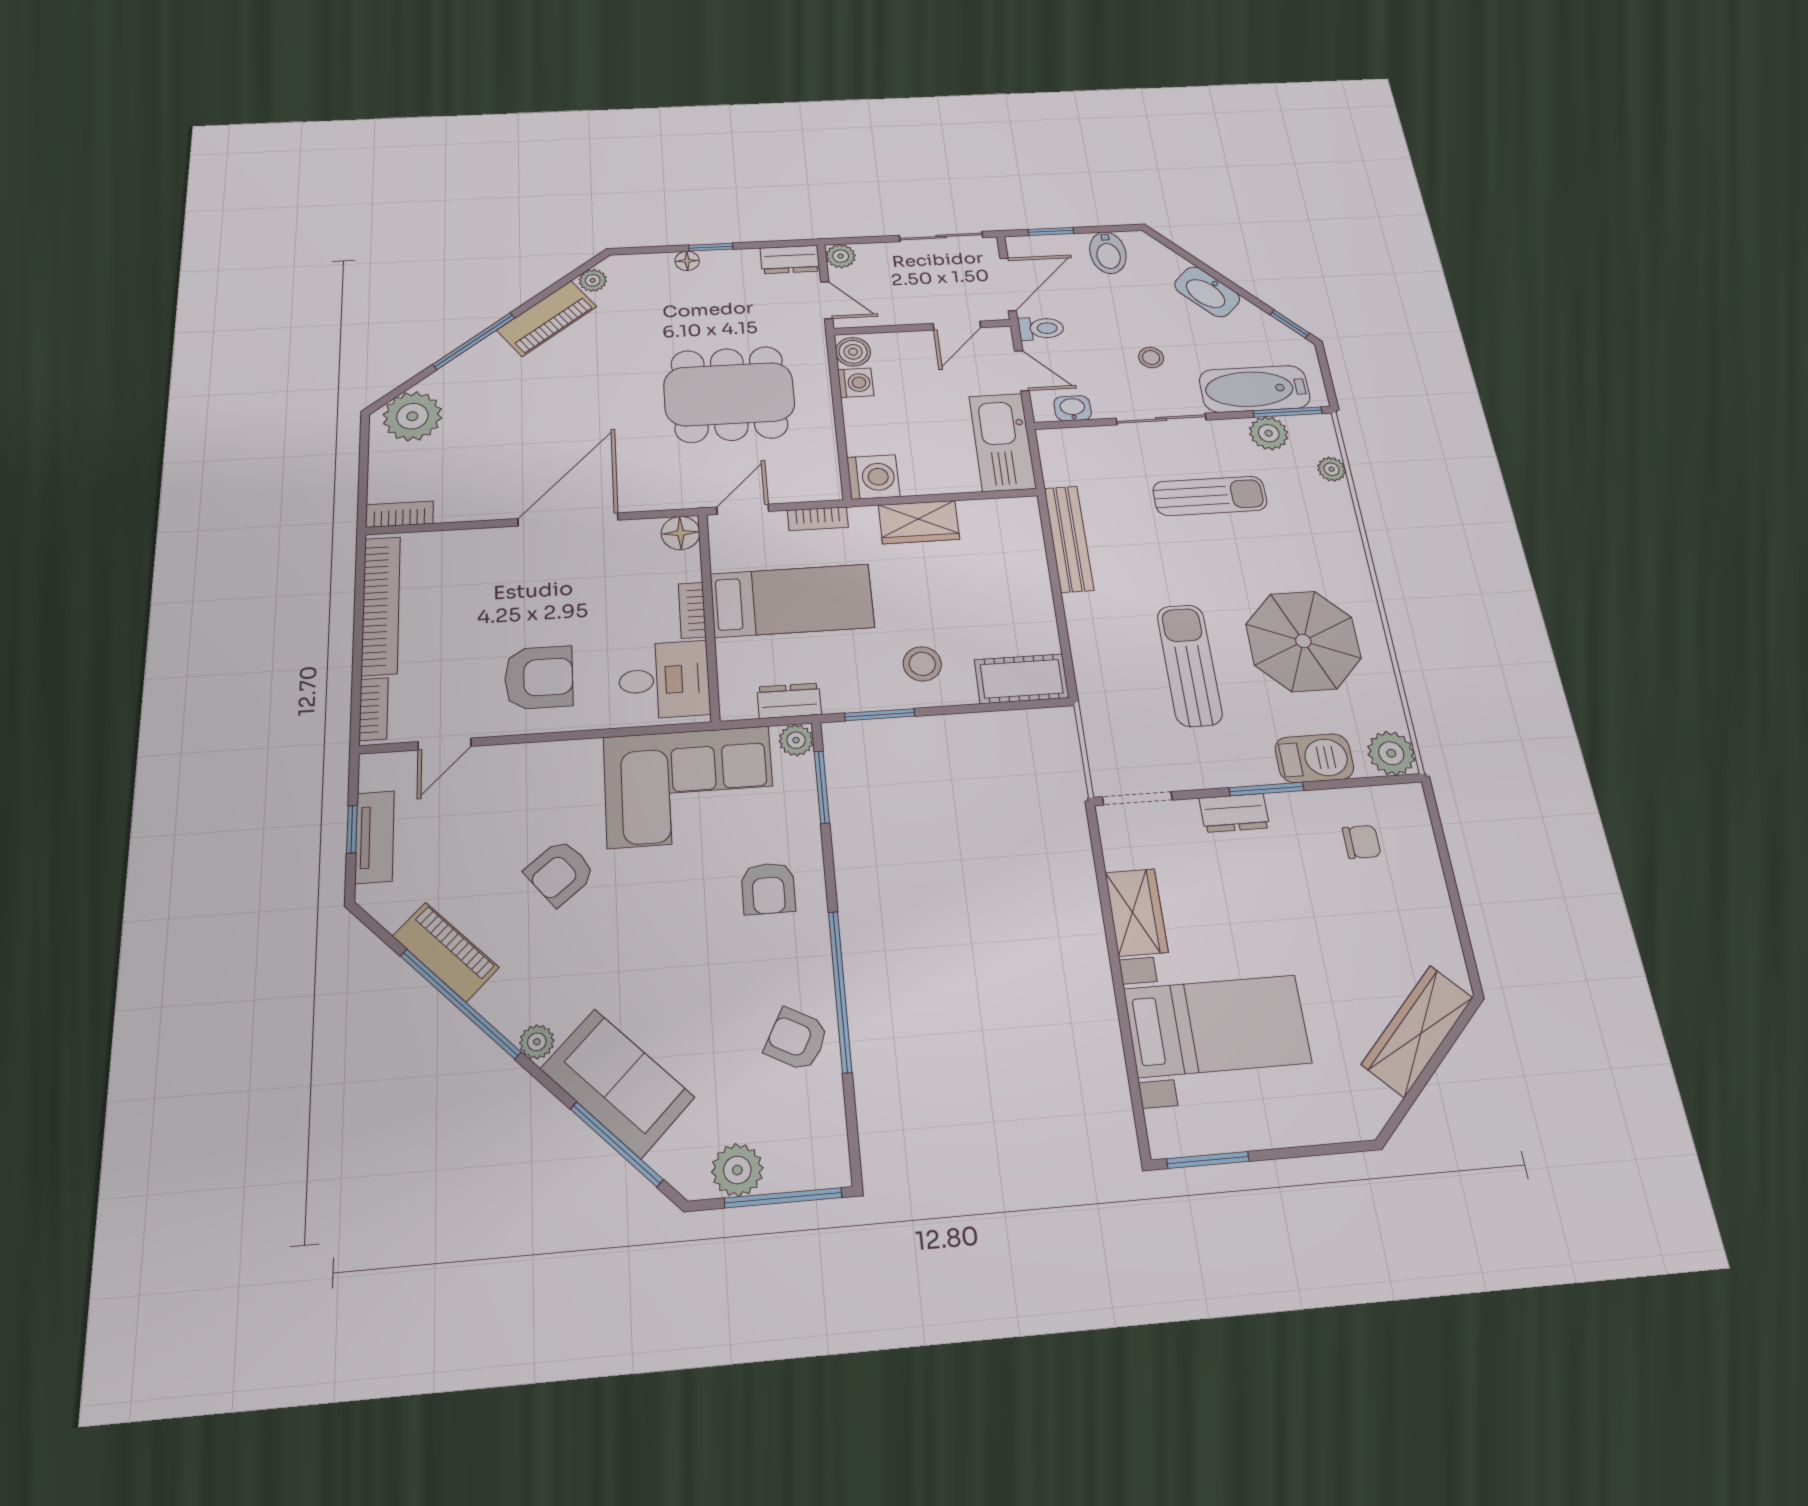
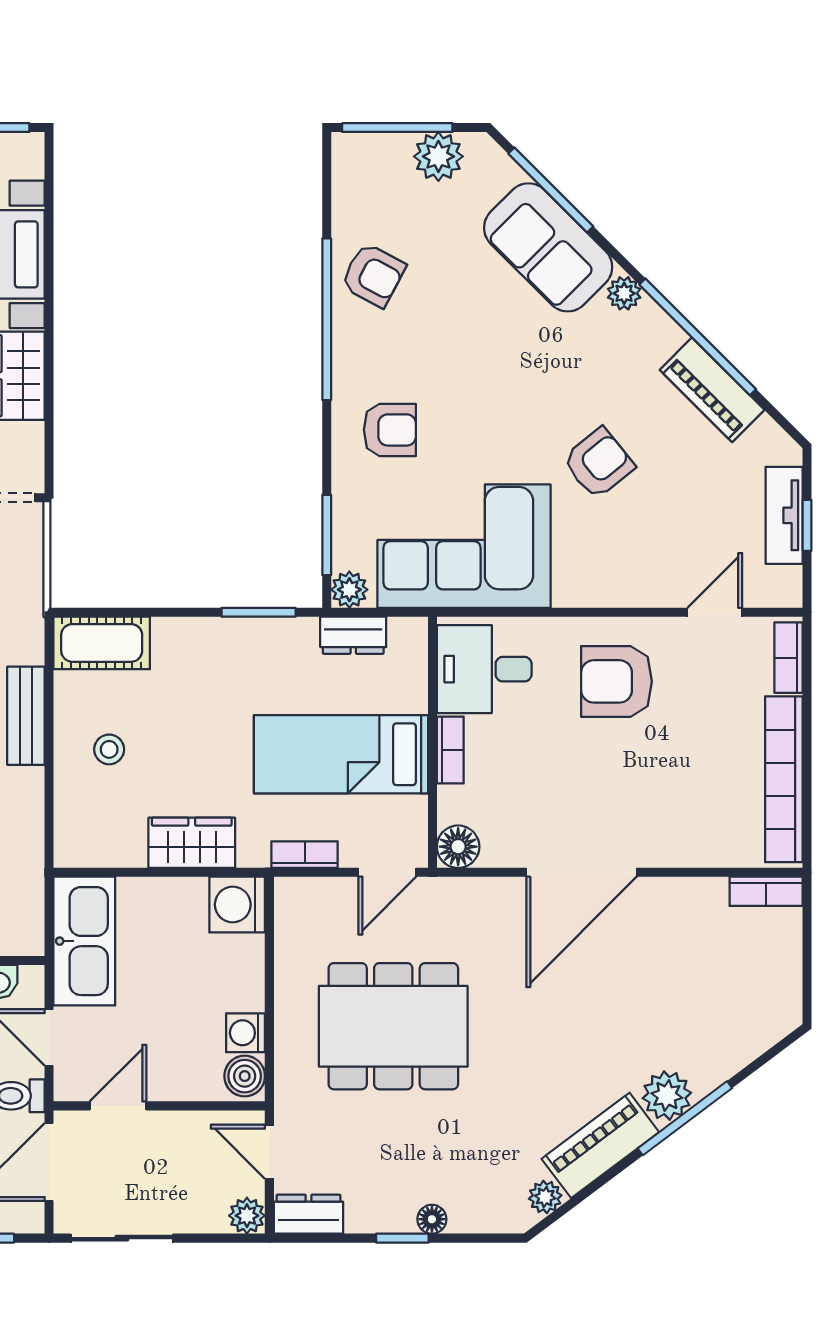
plant: (412, 416) -> (667, 1096), moved, width x0.73, depth x0.73
bench: (1069, 539) -> (26, 716), moved, width x0.73
stool: (922, 664) -> (109, 749), moved, width x0.73, depth x0.73
armchair: (768, 888) -> (390, 430), turned 90

